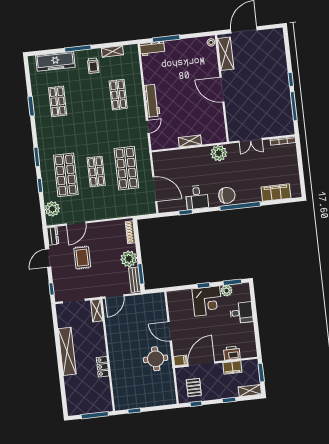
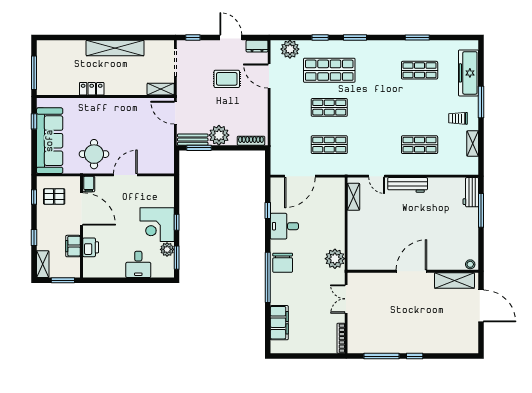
shelving: (190, 141) -> (354, 197), moved
shop shelf: (126, 168) -> (329, 145), width x0.70, depth x0.74
sofa: (149, 396) -> (50, 141), added

